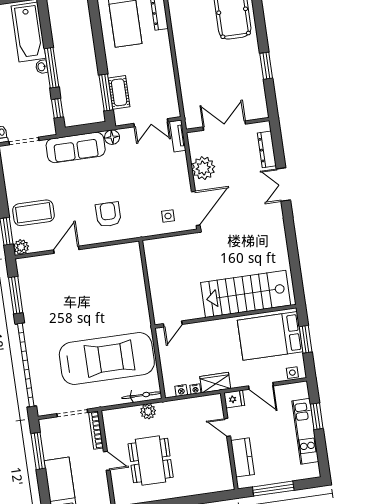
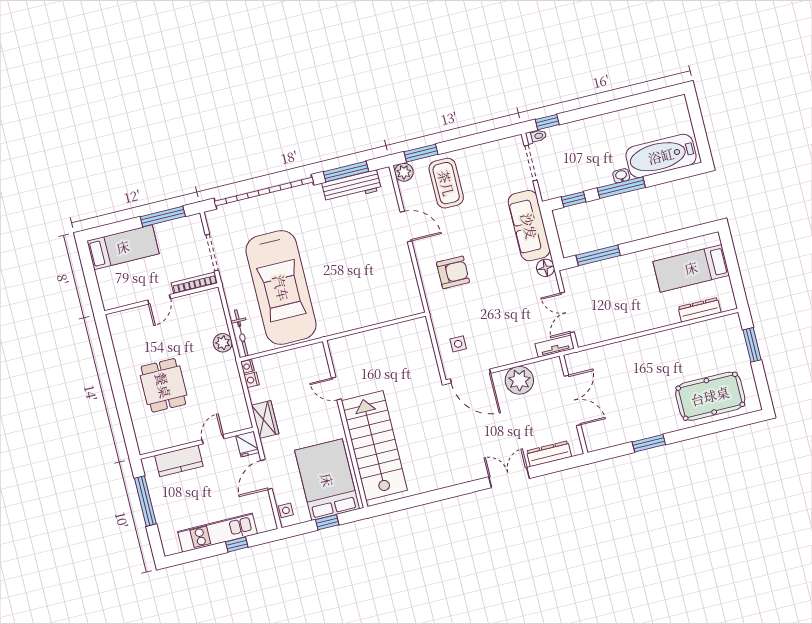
cot: (119, 92) -> (600, 271), removed
workbench: (29, 292) -> (352, 186), added
door: (173, 324) -> (336, 389), moved
window: (306, 339) -> (327, 522), width x0.67
nightstand: (195, 389) -> (247, 366), moved
window: (317, 416) -> (237, 545), width x0.67
dining table: (151, 461) -> (163, 385), moved, width x0.73

